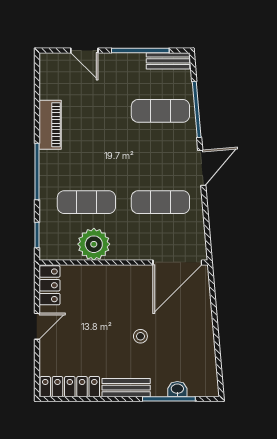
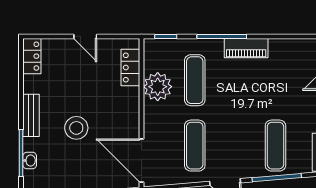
piano: (50, 125) -> (246, 48), moved
locker: (50, 285) -> (130, 68), moved, turned 90
stool: (140, 336) -> (76, 128), width x1.89, depth x1.89
locker: (70, 387) -> (32, 56), width x0.66

